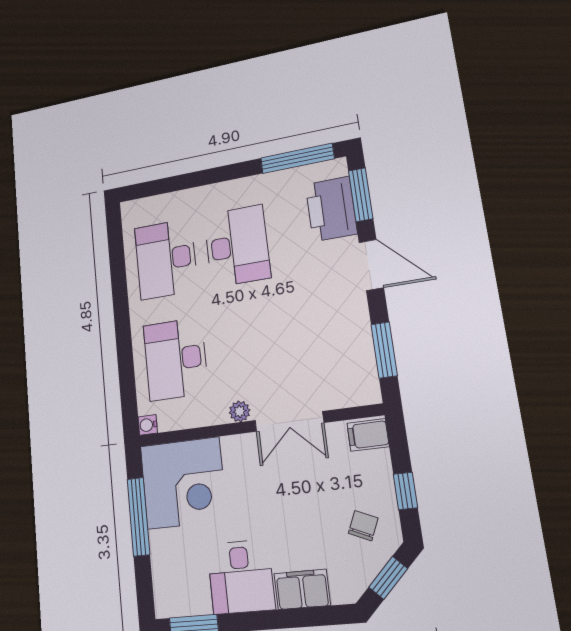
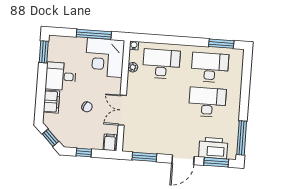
desk: (237, 246) -> (207, 102), turned 180
window: (116, 249) -> (221, 44), added
plant: (240, 411) -> (133, 67), moved
chair: (363, 526) -> (87, 107), moved

